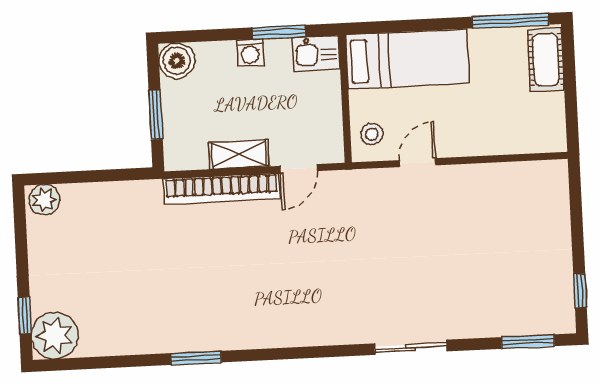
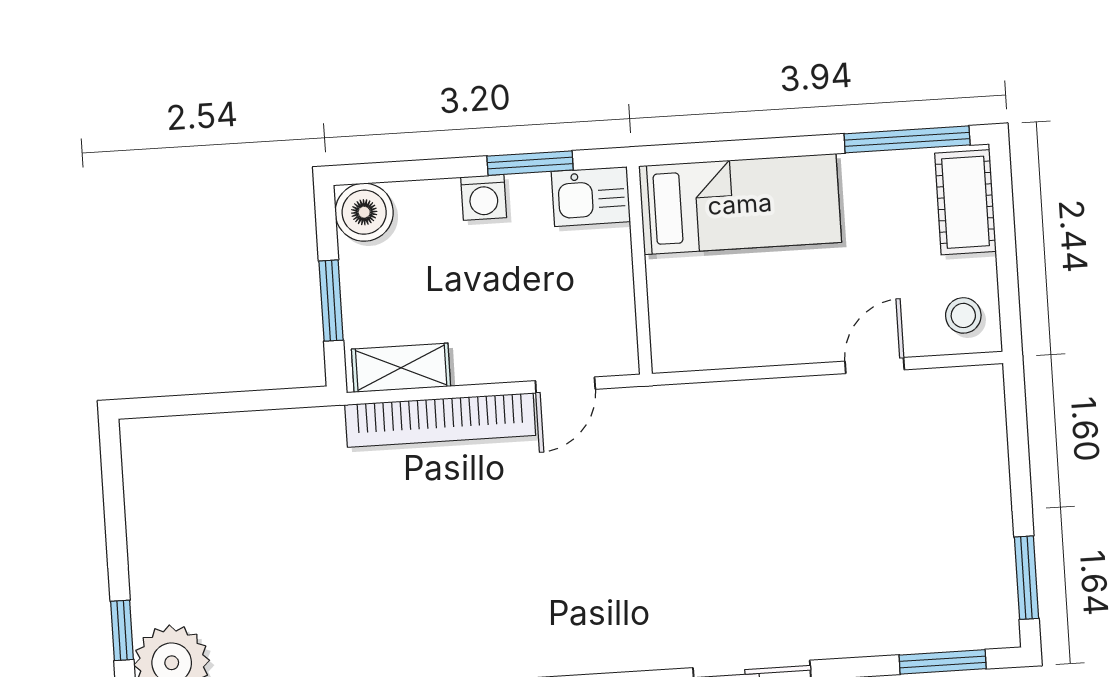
stool: (372, 134) -> (963, 315), moved
shelving: (239, 154) -> (401, 368), moved
door: (417, 163) -> (875, 366), moved
plant: (44, 200) -> (151, 442), removed
window: (580, 291) -> (1026, 578), width x1.50

